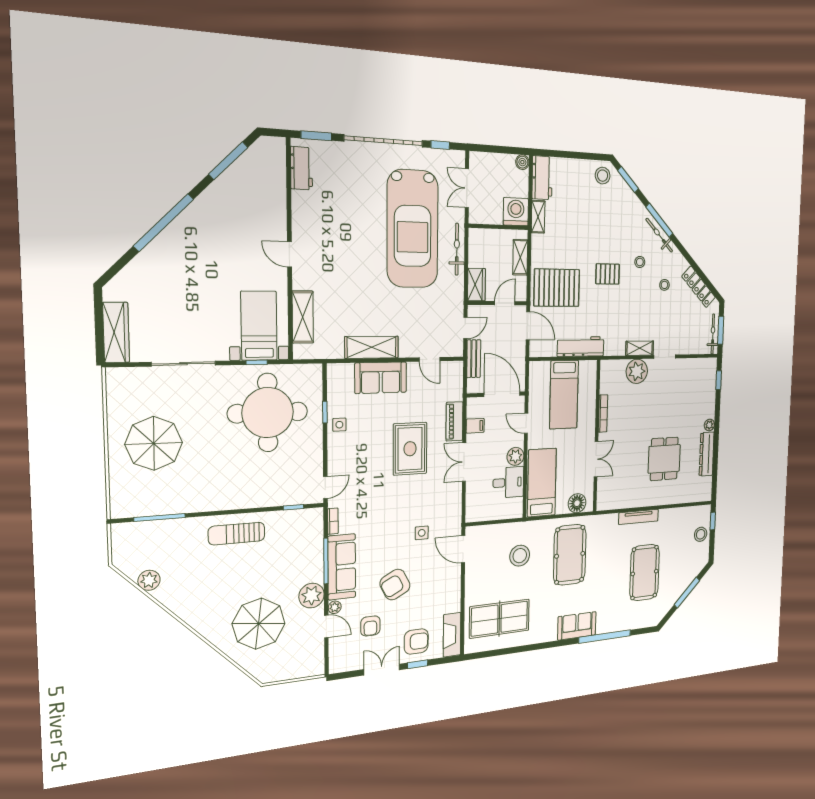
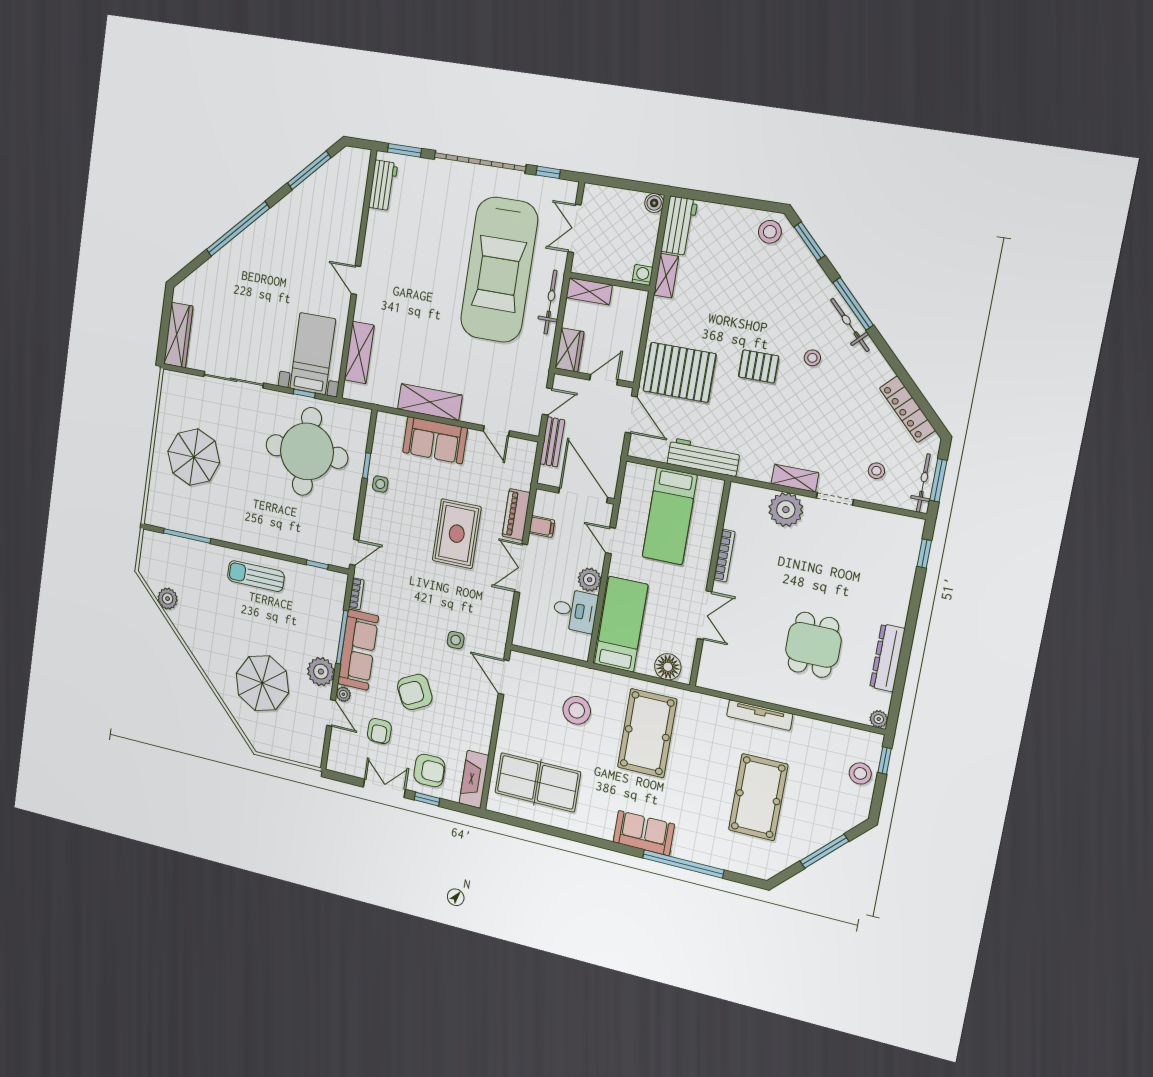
washing machine: (516, 212) -> (642, 275), width x0.53, depth x0.53
shelving: (520, 257) -> (589, 291), moved, turned 90
stool: (664, 285) -> (876, 471), moved
plant: (709, 425) -> (879, 719), moved

